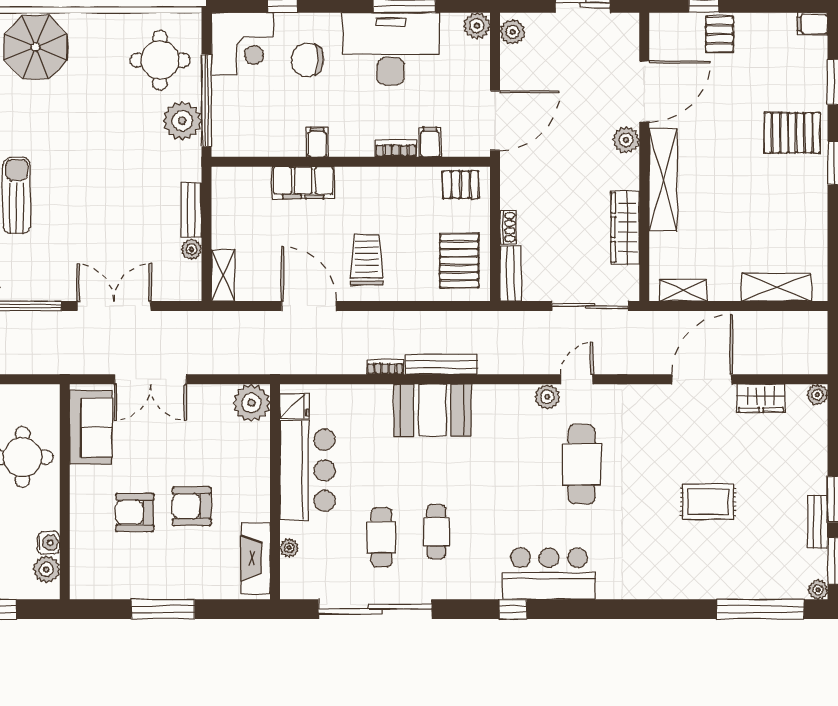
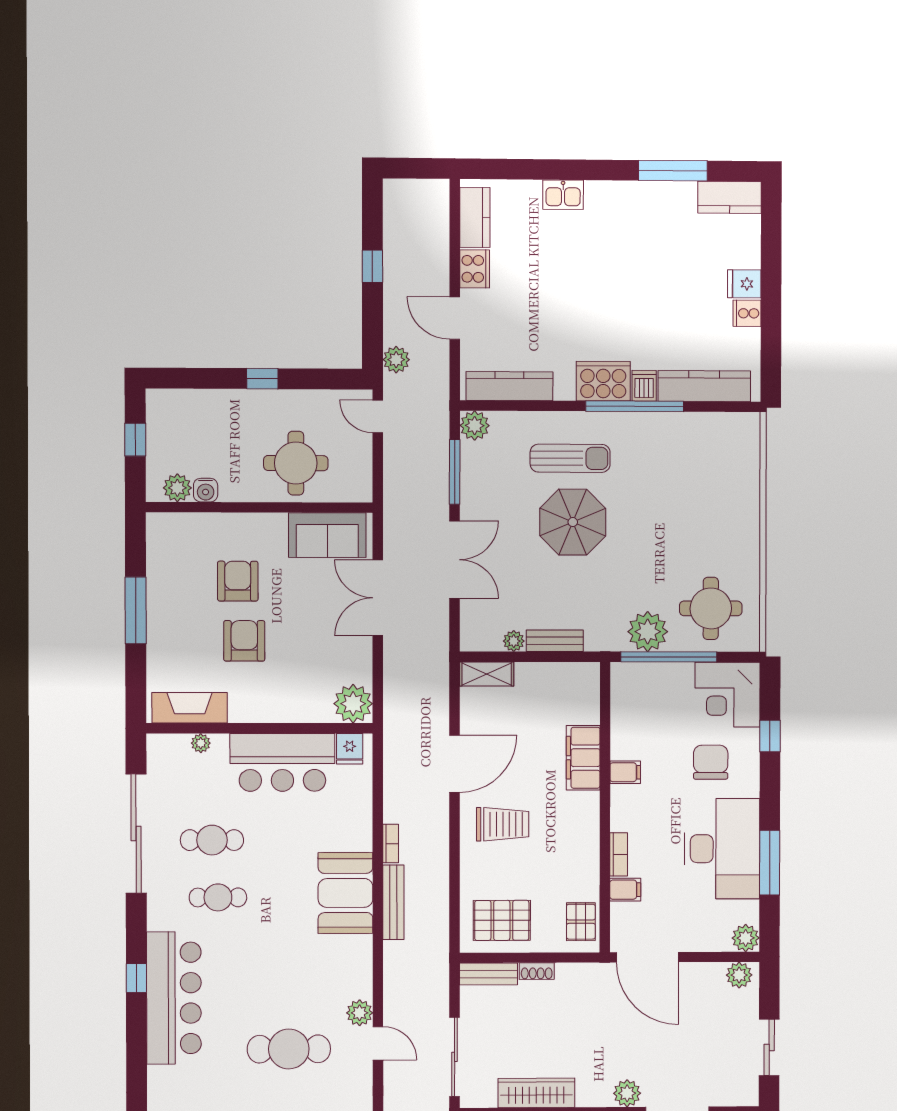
parasol: (36, 47) -> (573, 522), moved
bar counter: (549, 574) -> (174, 998), width x1.36

